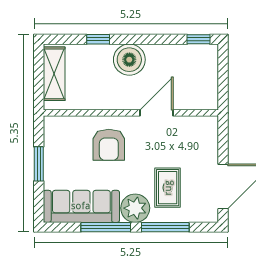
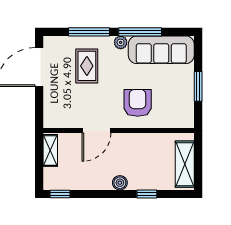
boiler: (129, 60) -> (120, 183), width x0.54, depth x0.54
shelving: (210, 90) -> (50, 150), added
plant: (135, 208) -> (121, 42), width x0.53, depth x0.53

